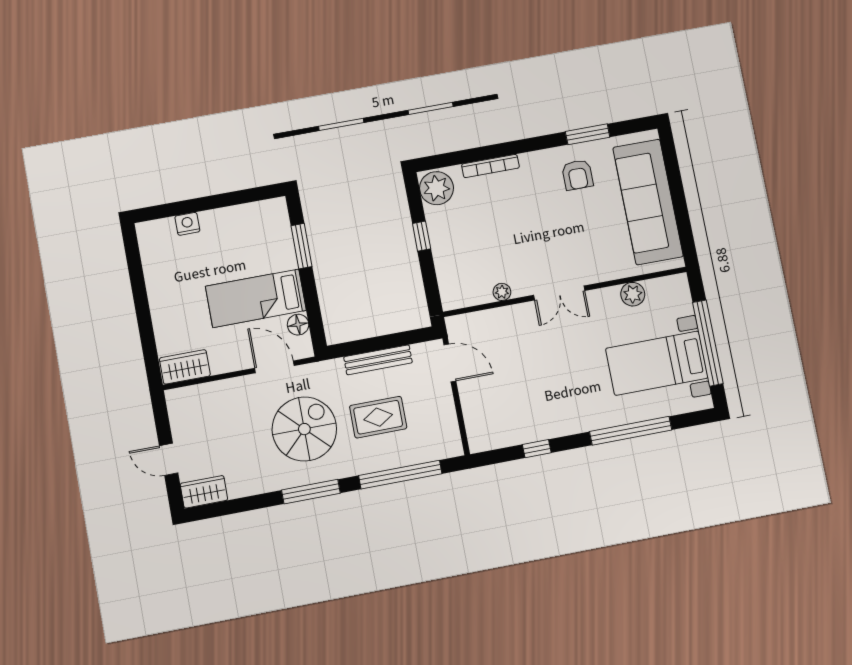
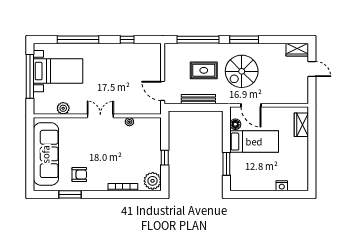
armchair: (577, 175) -> (79, 175), turned 90
wardrobe: (185, 367) -> (301, 125), moved, turned 90

